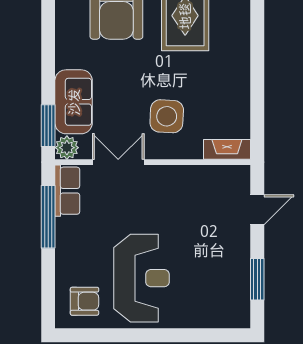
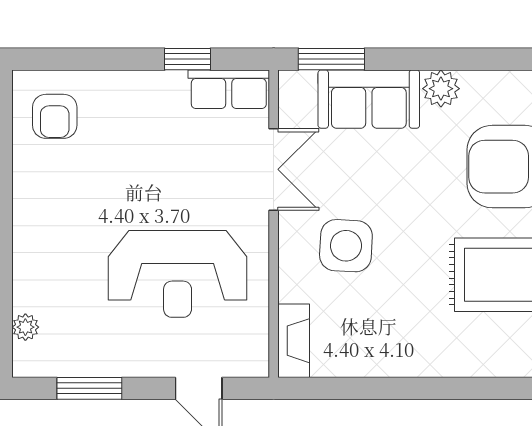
plant: (67, 148) -> (441, 89), moved
window: (48, 217) -> (188, 59), width x0.46
reception desk: (142, 278) -> (178, 274), moved
plant: (218, 320) -> (25, 327), added

